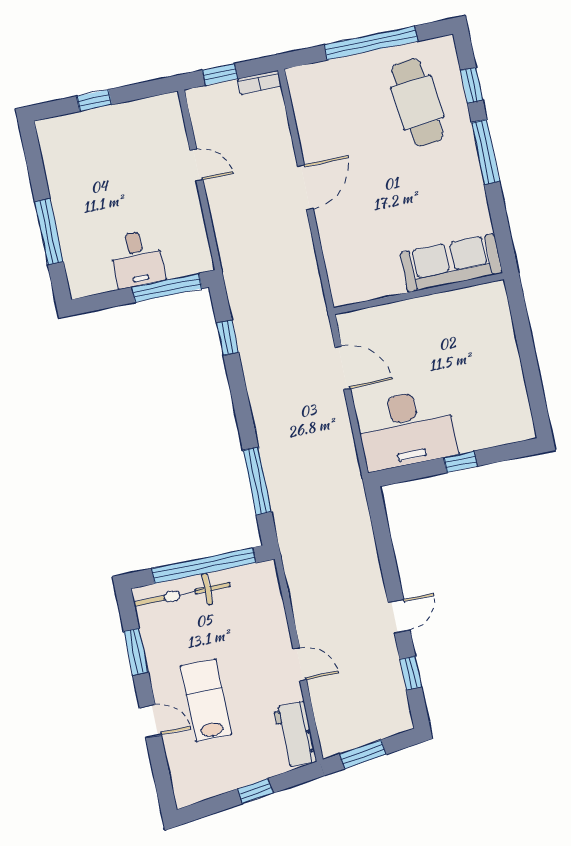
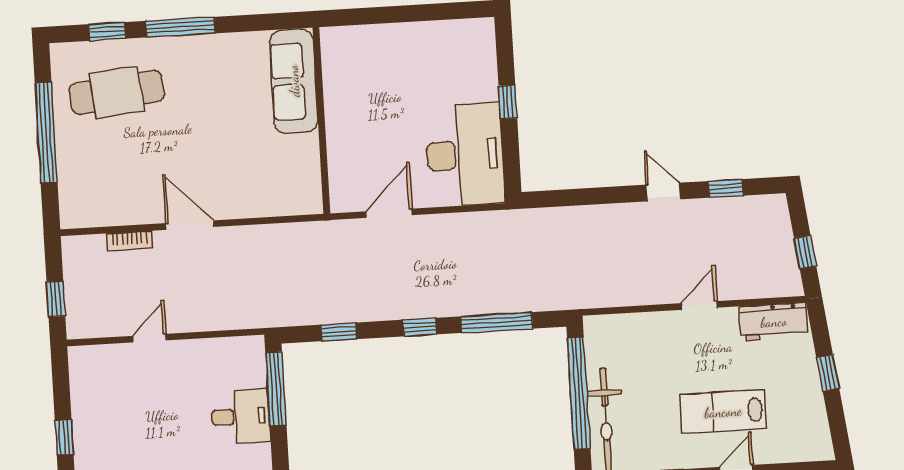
bookcase: (260, 82) -> (130, 241), moved, turned 90
window: (243, 411) -> (420, 327), added
window: (363, 754) -> (805, 252), width x0.67

